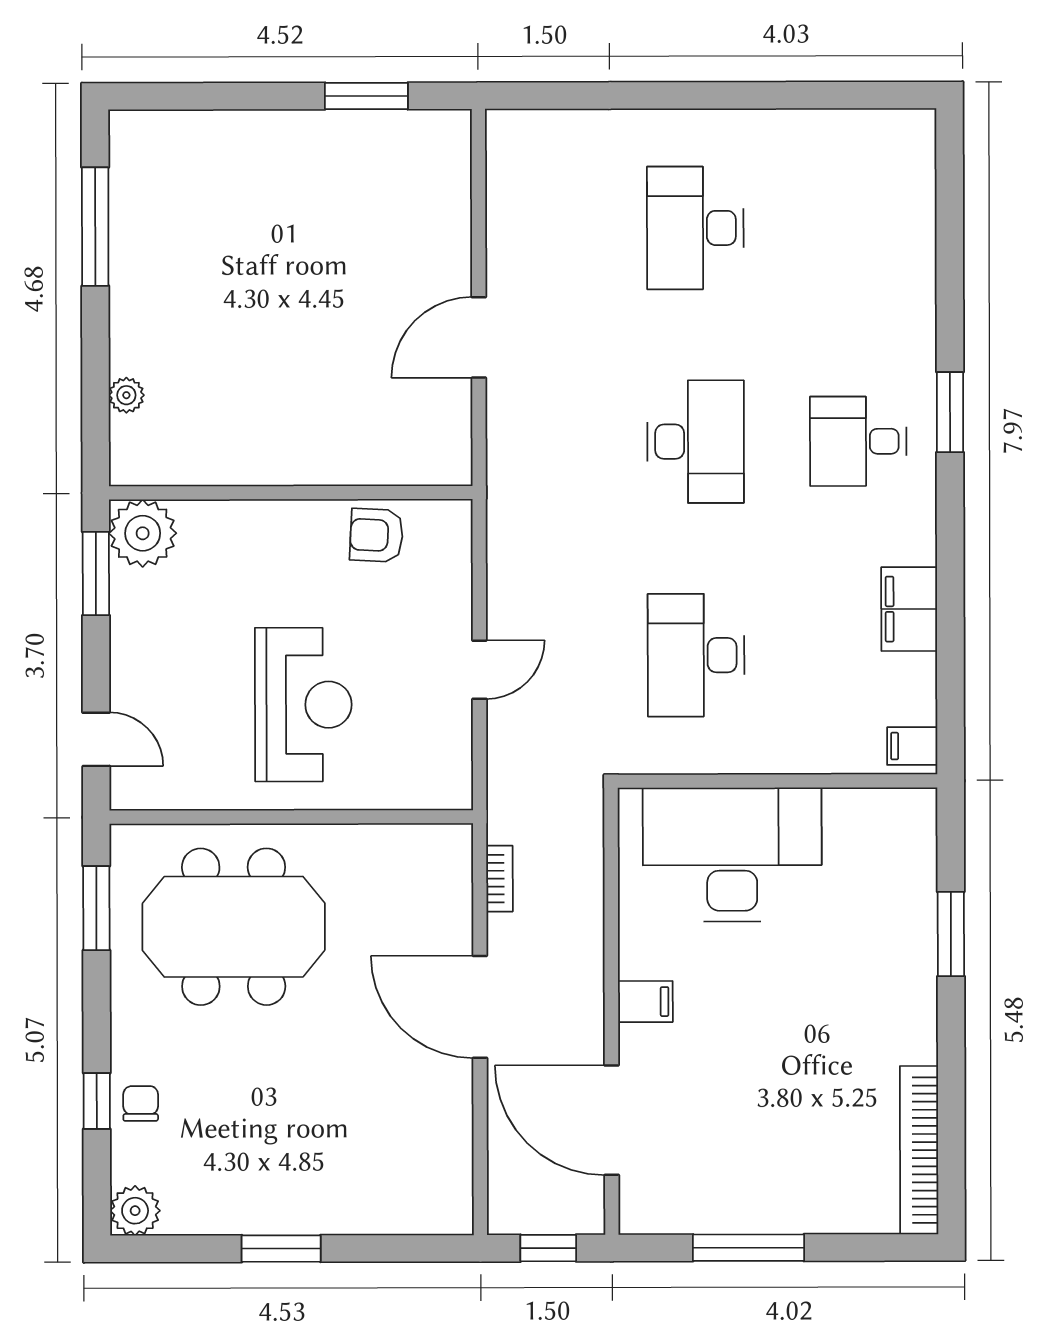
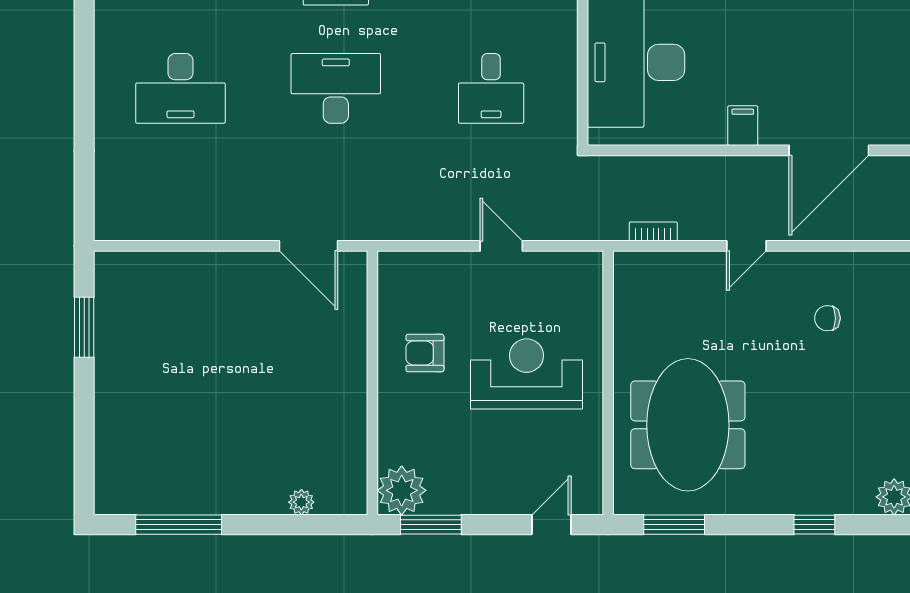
door: (479, 337) -> (308, 246), moved
armchair: (376, 535) -> (425, 353), moved, turned 87
desk: (696, 655) -> (491, 88), width x0.73
door: (480, 1007) -> (746, 246), width x0.53
chair: (141, 1103) -> (827, 318), moved

